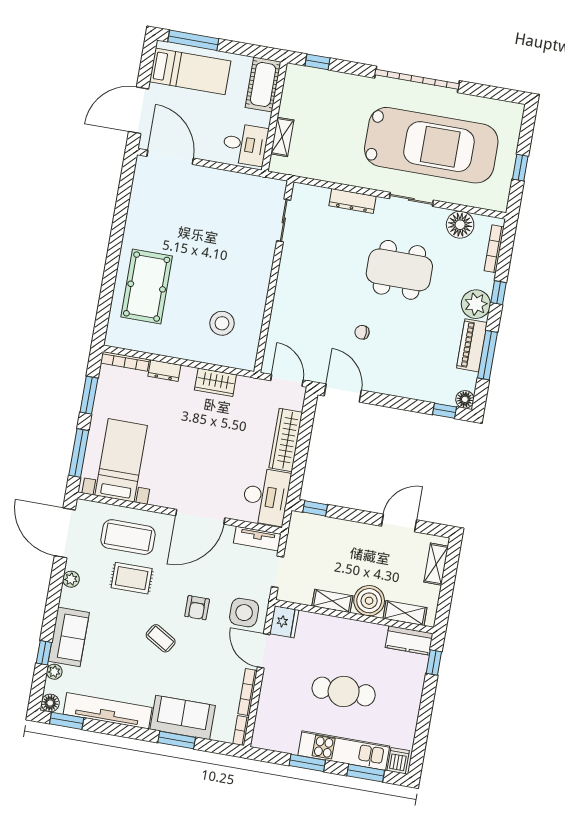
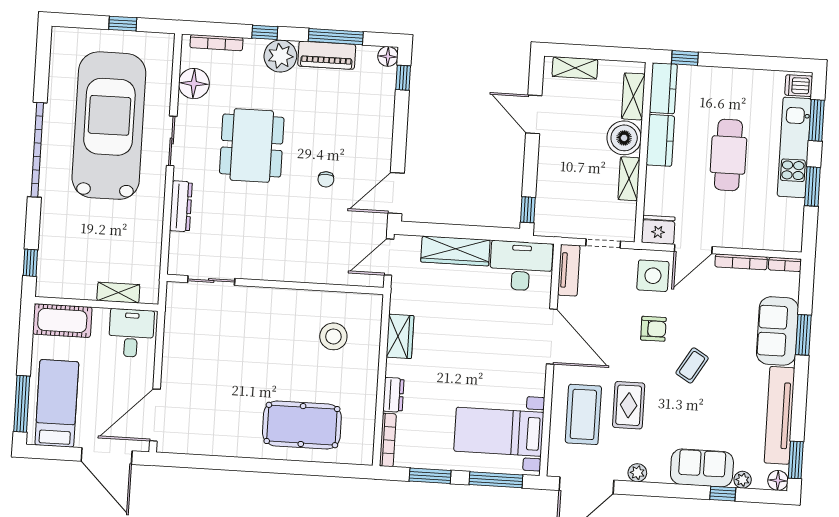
kitchen counter: (363, 633) -> (660, 140), added

